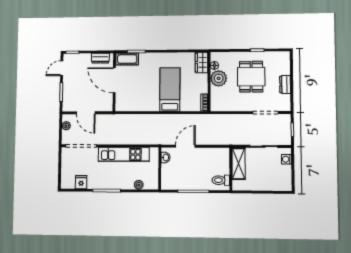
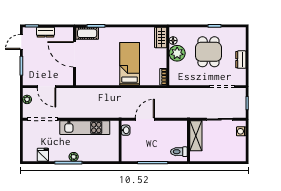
dresser: (100, 58) -> (45, 32), moved
plant: (139, 185) -> (74, 157), moved

